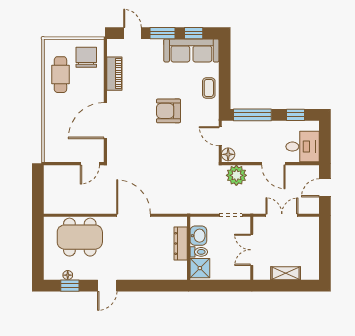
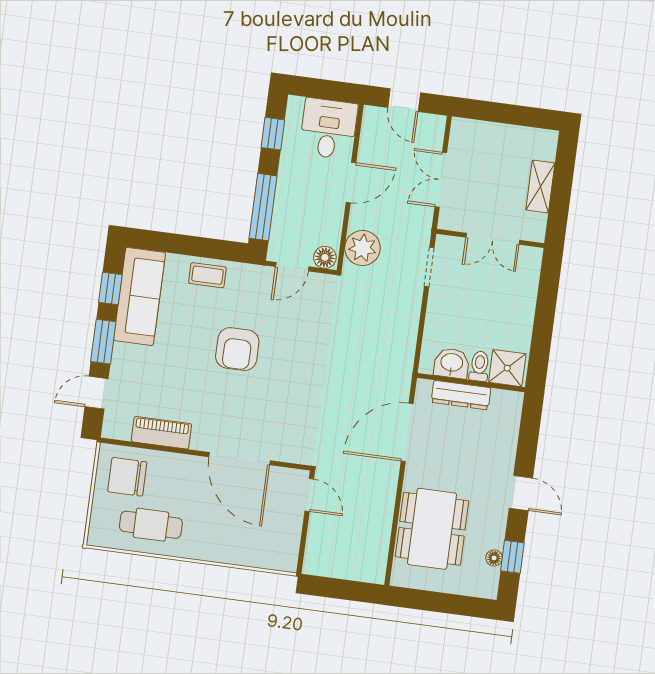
washbasin: (198, 236) -> (452, 363), moved
dresser: (181, 244) -> (461, 395), moved
wall: (189, 248) -> (471, 383), moved
toilet: (199, 252) -> (479, 366), moved
shower: (200, 268) -> (507, 368), moved

